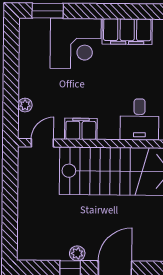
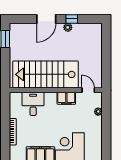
door: (42, 143) -> (88, 90), swing flipped

